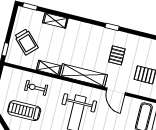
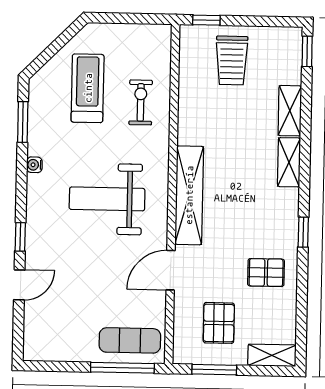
trolley: (26, 42) -> (232, 60), turned -45
pallet: (117, 55) -> (266, 273), moved
shelving: (49, 68) -> (289, 162), moved

